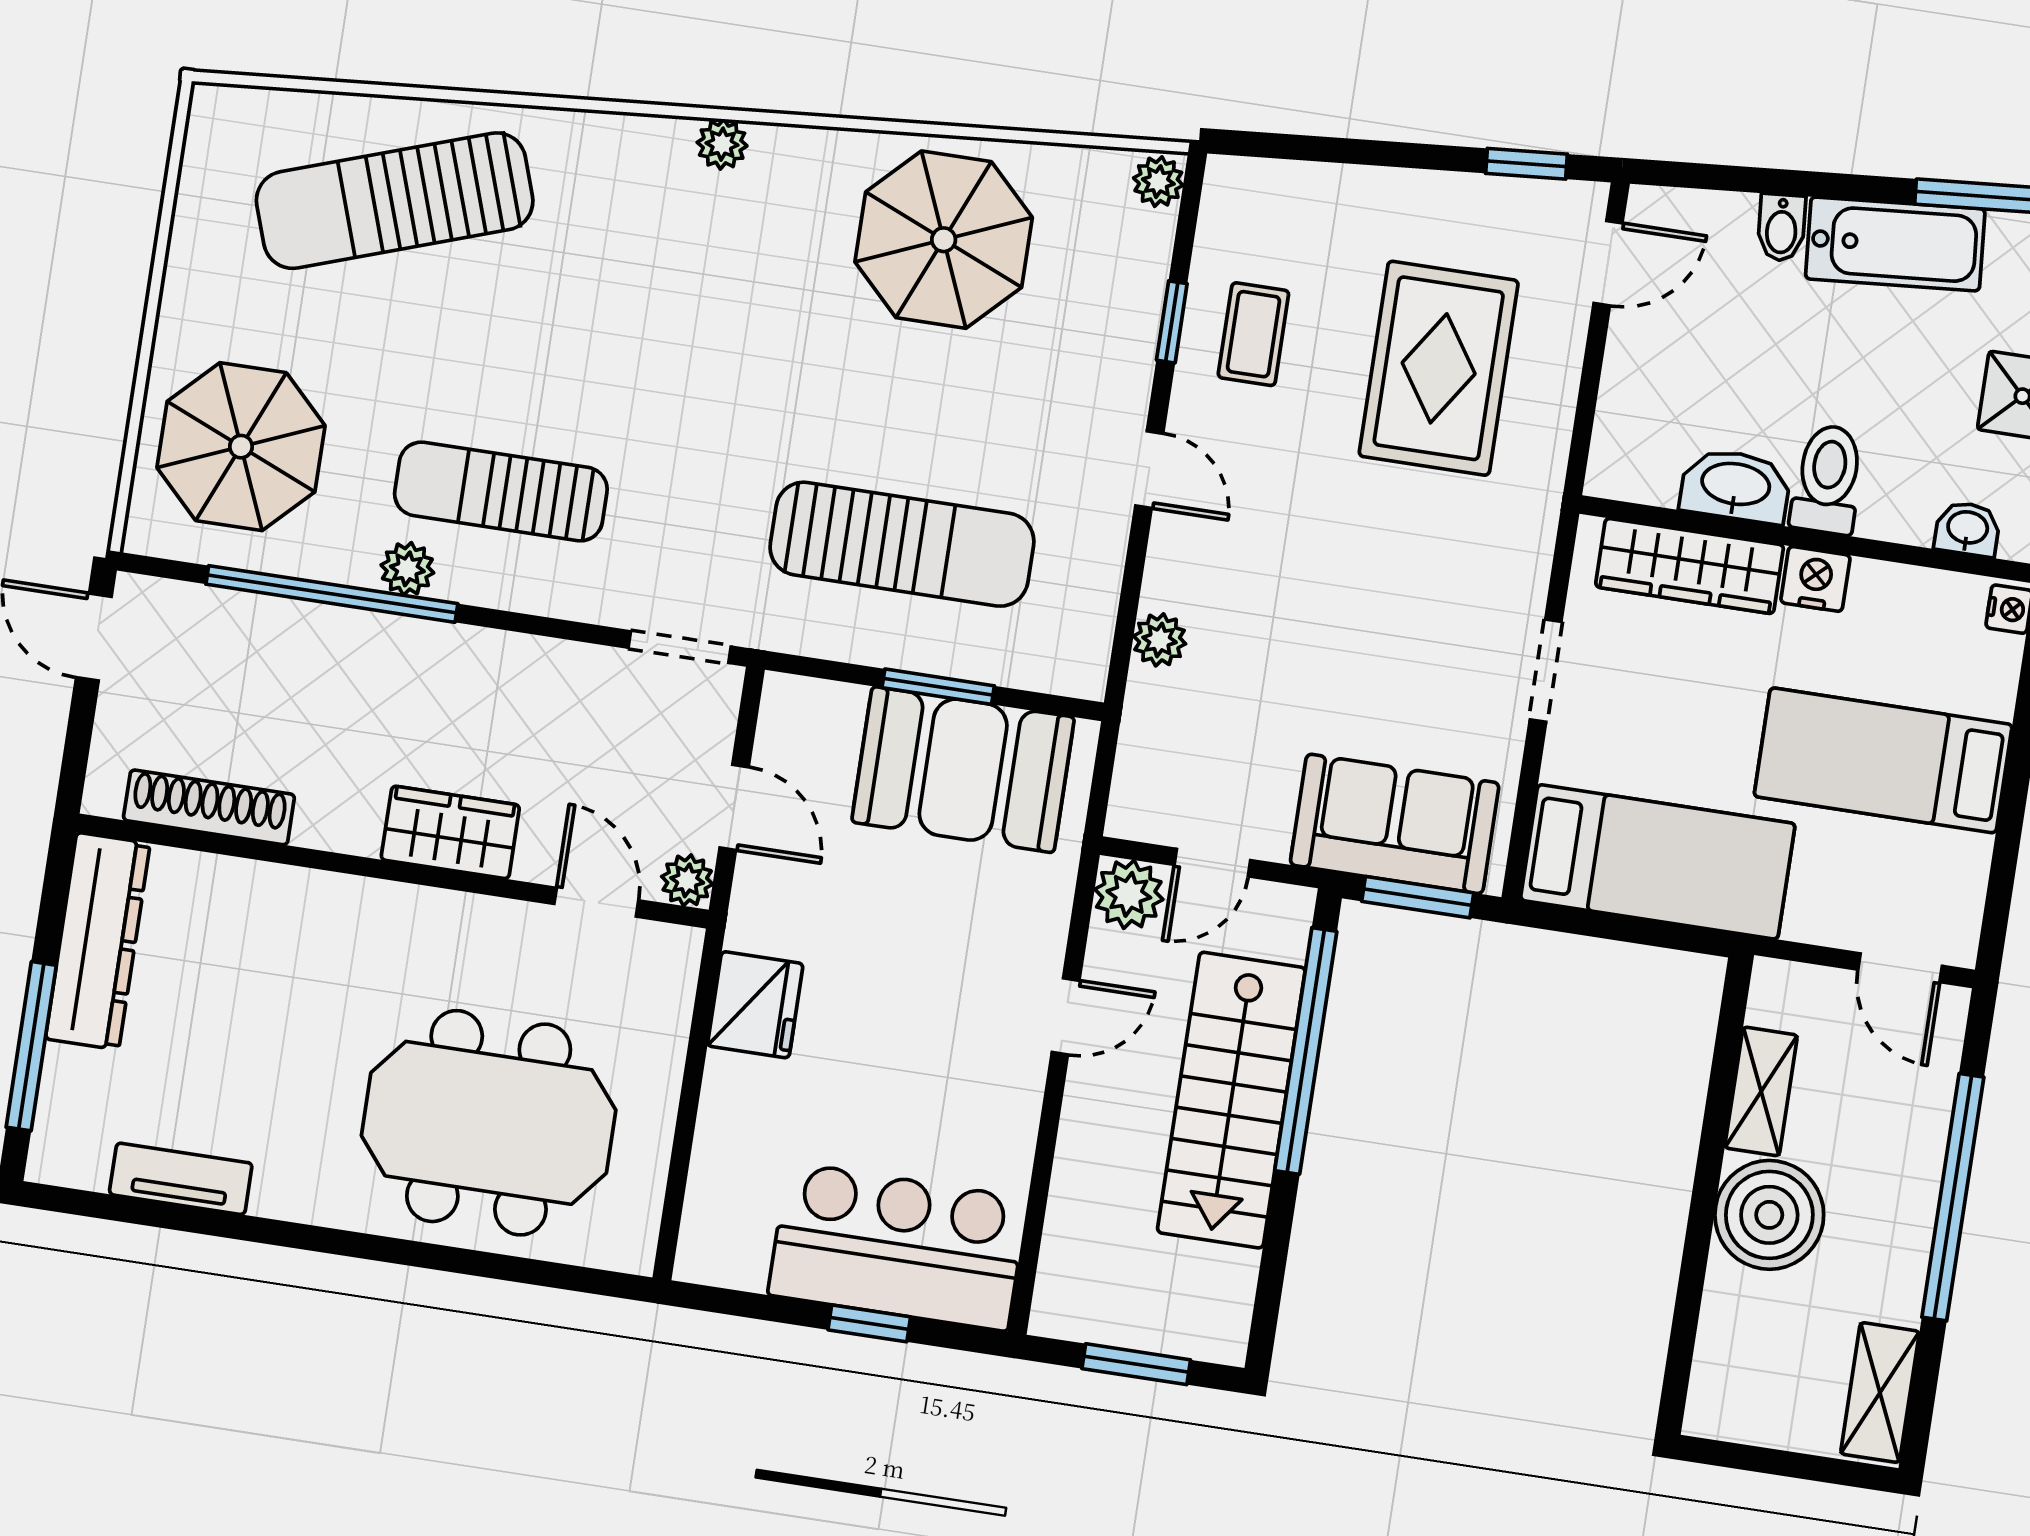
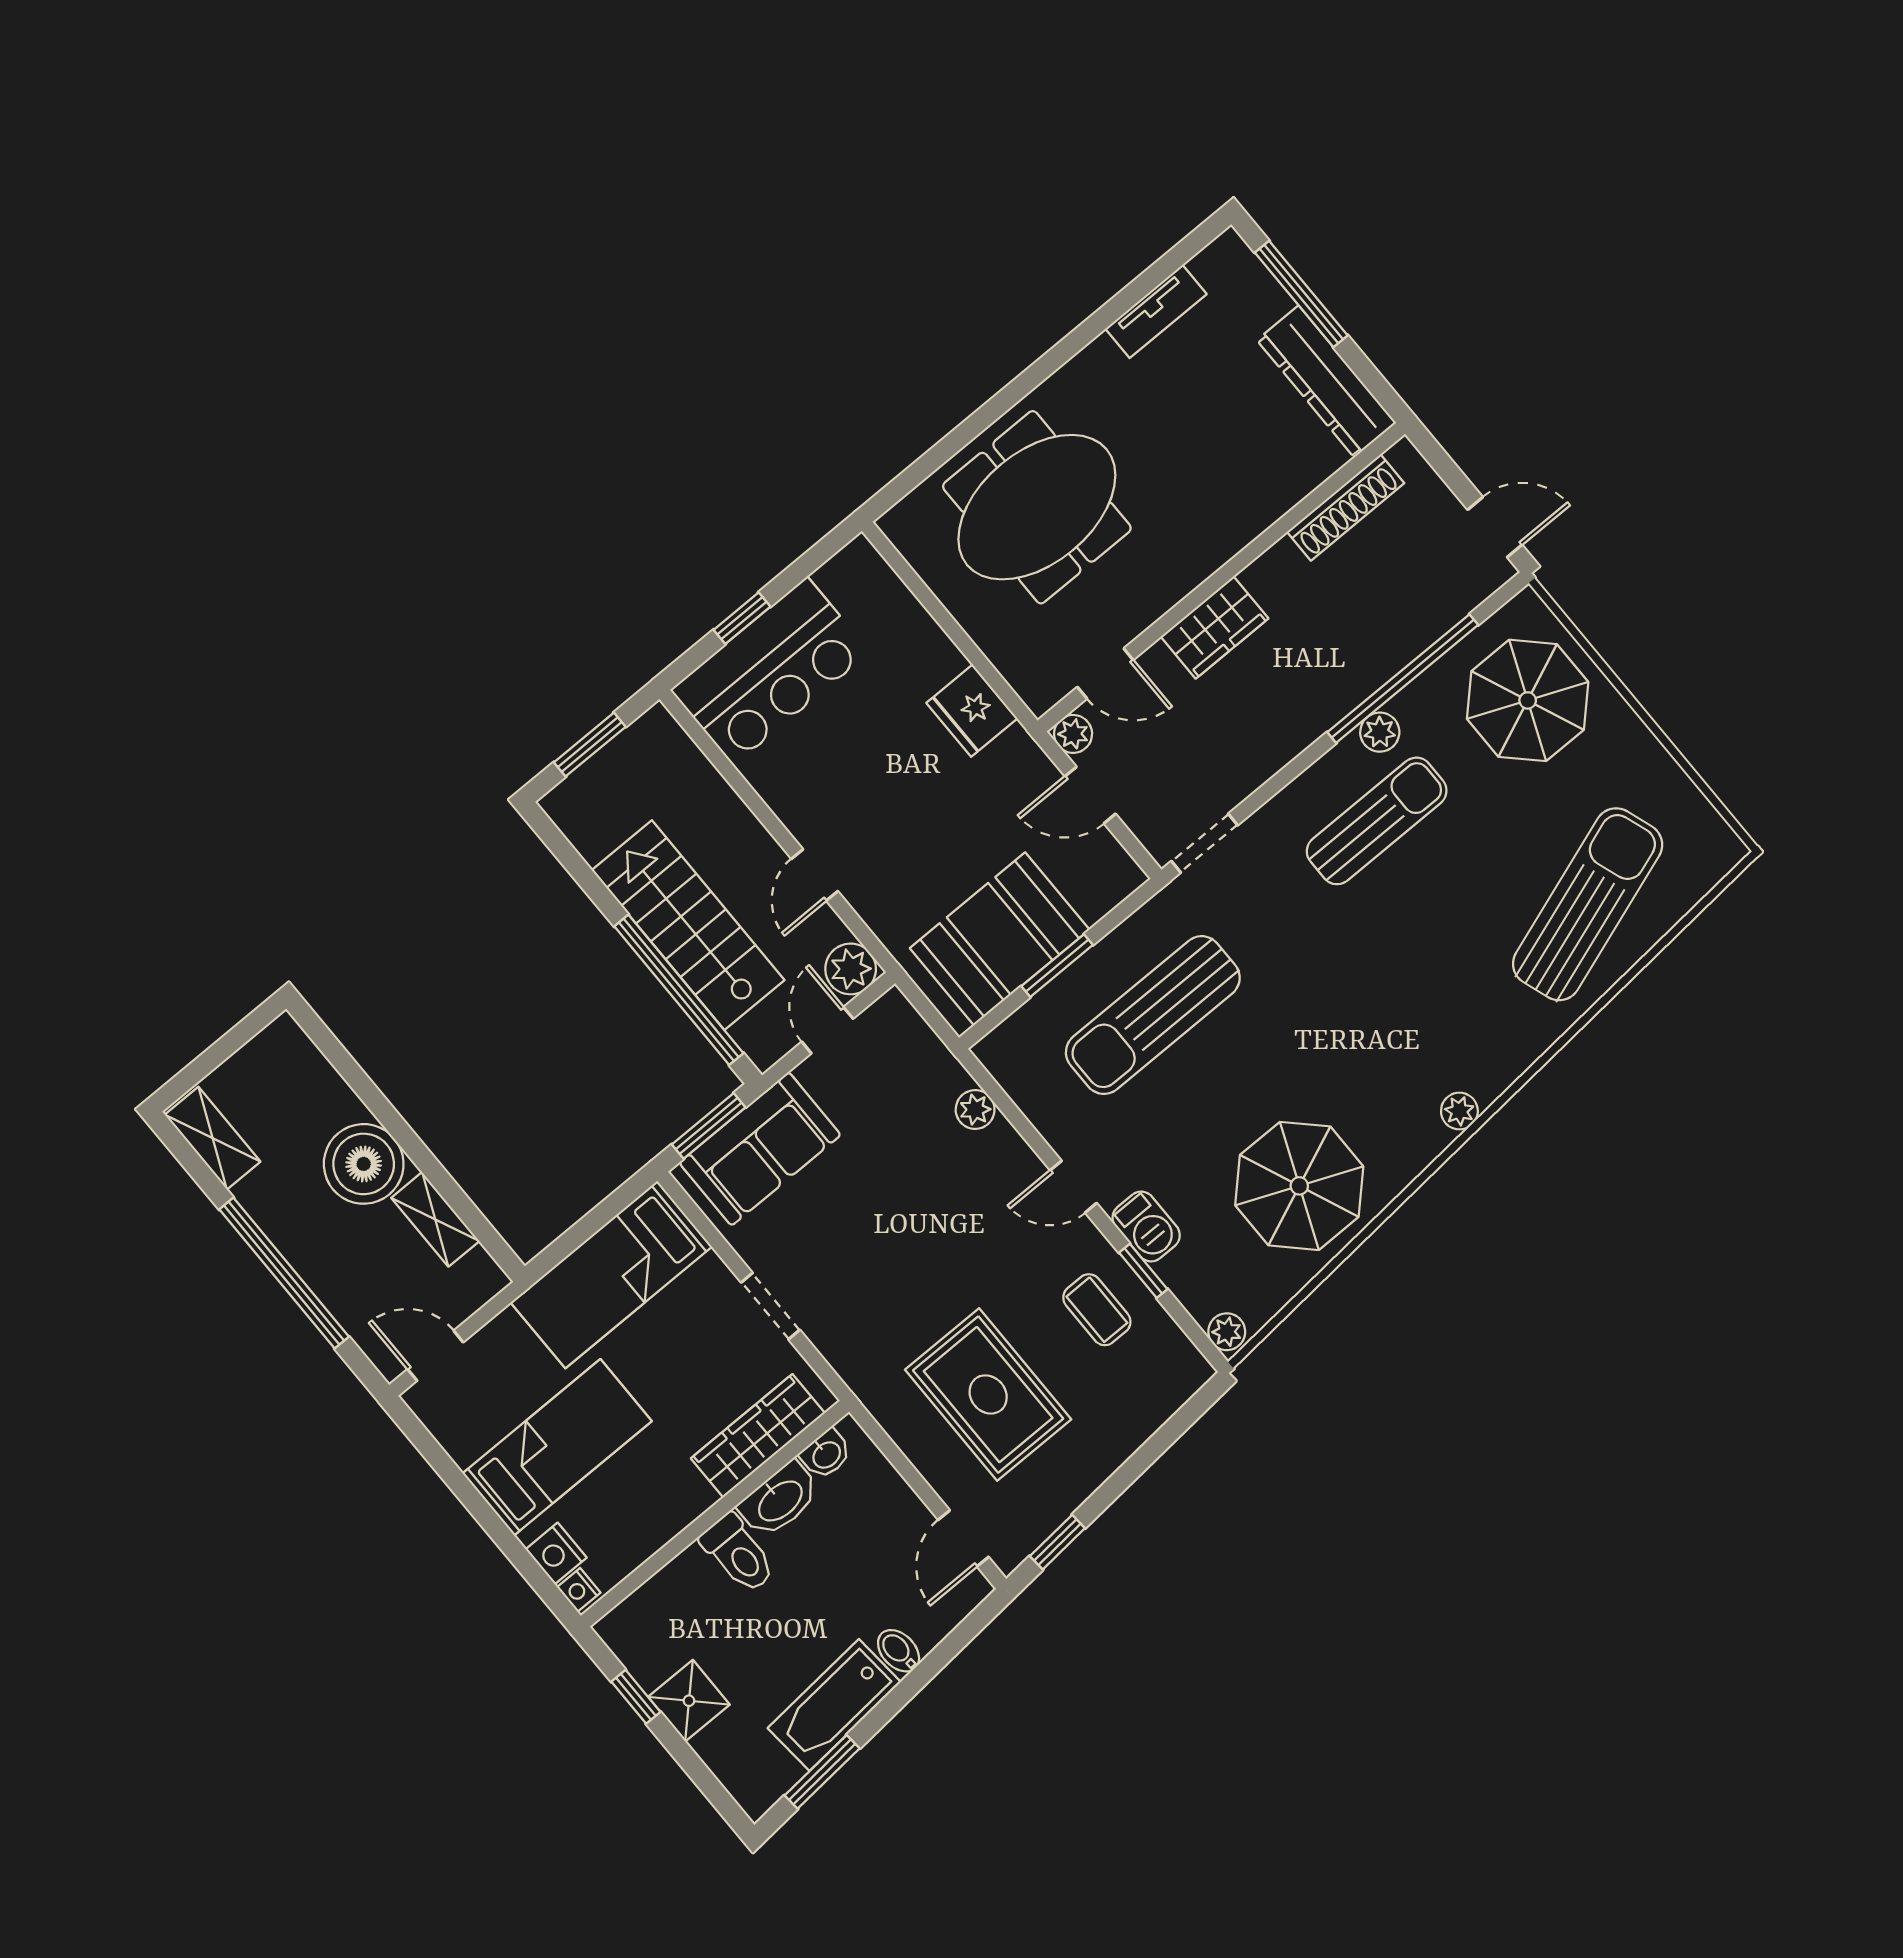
barbecue: (1124, 359) -> (1146, 1227), added
washbasin: (1967, 529) -> (826, 1454), moved
nightstand: (1815, 579) -> (556, 1553), moved, turned 90

